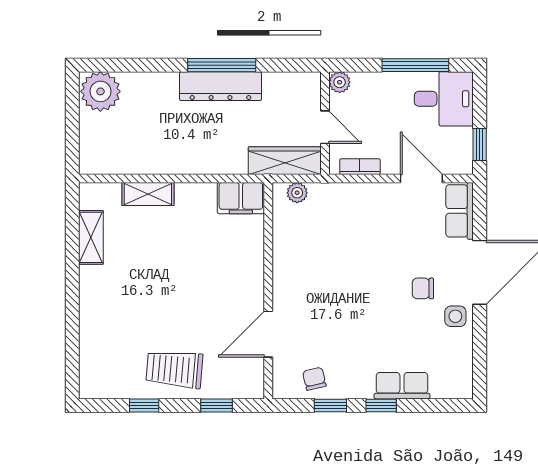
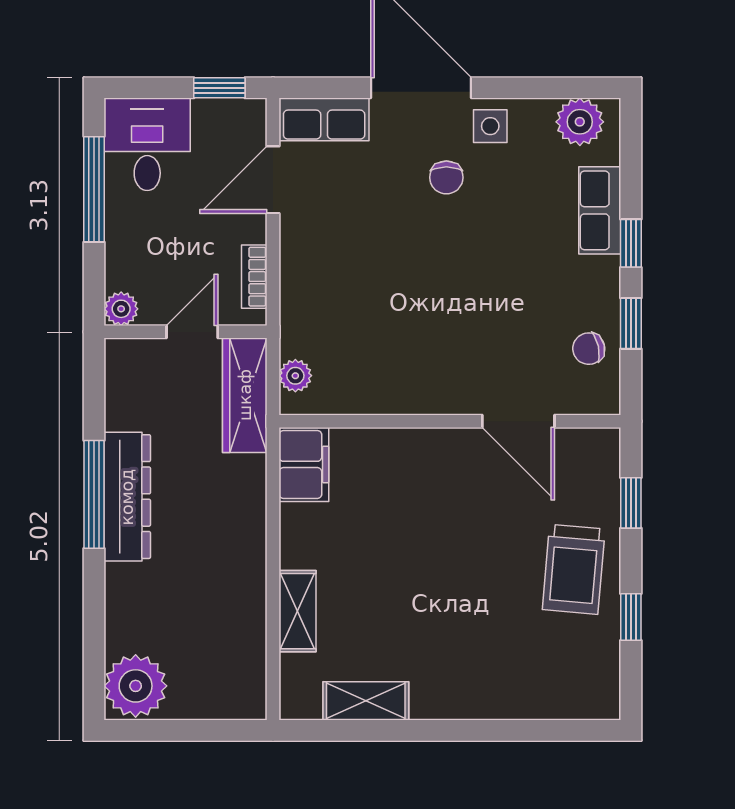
plant: (458, 373) -> (580, 122), added

